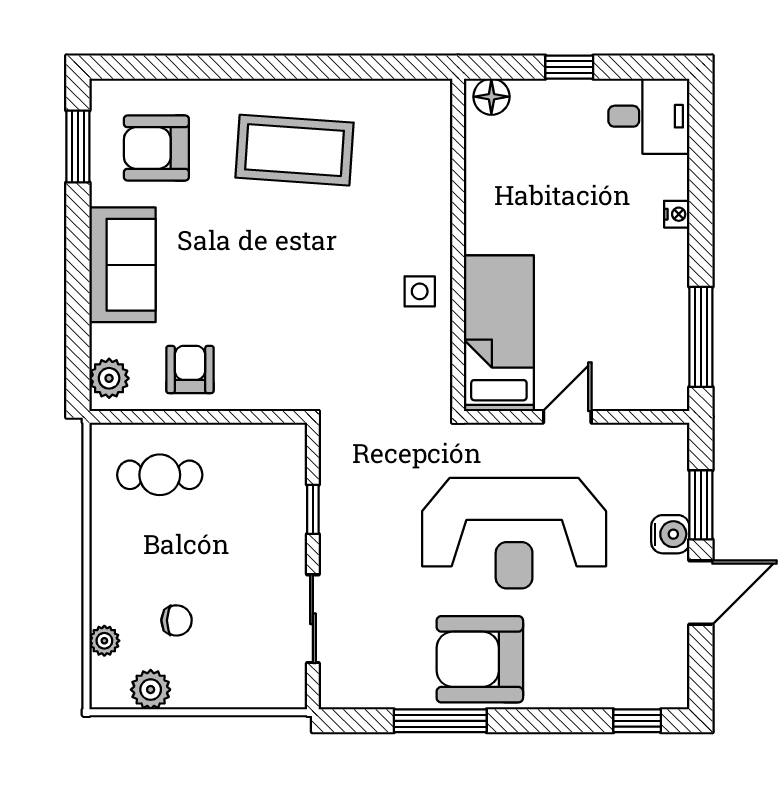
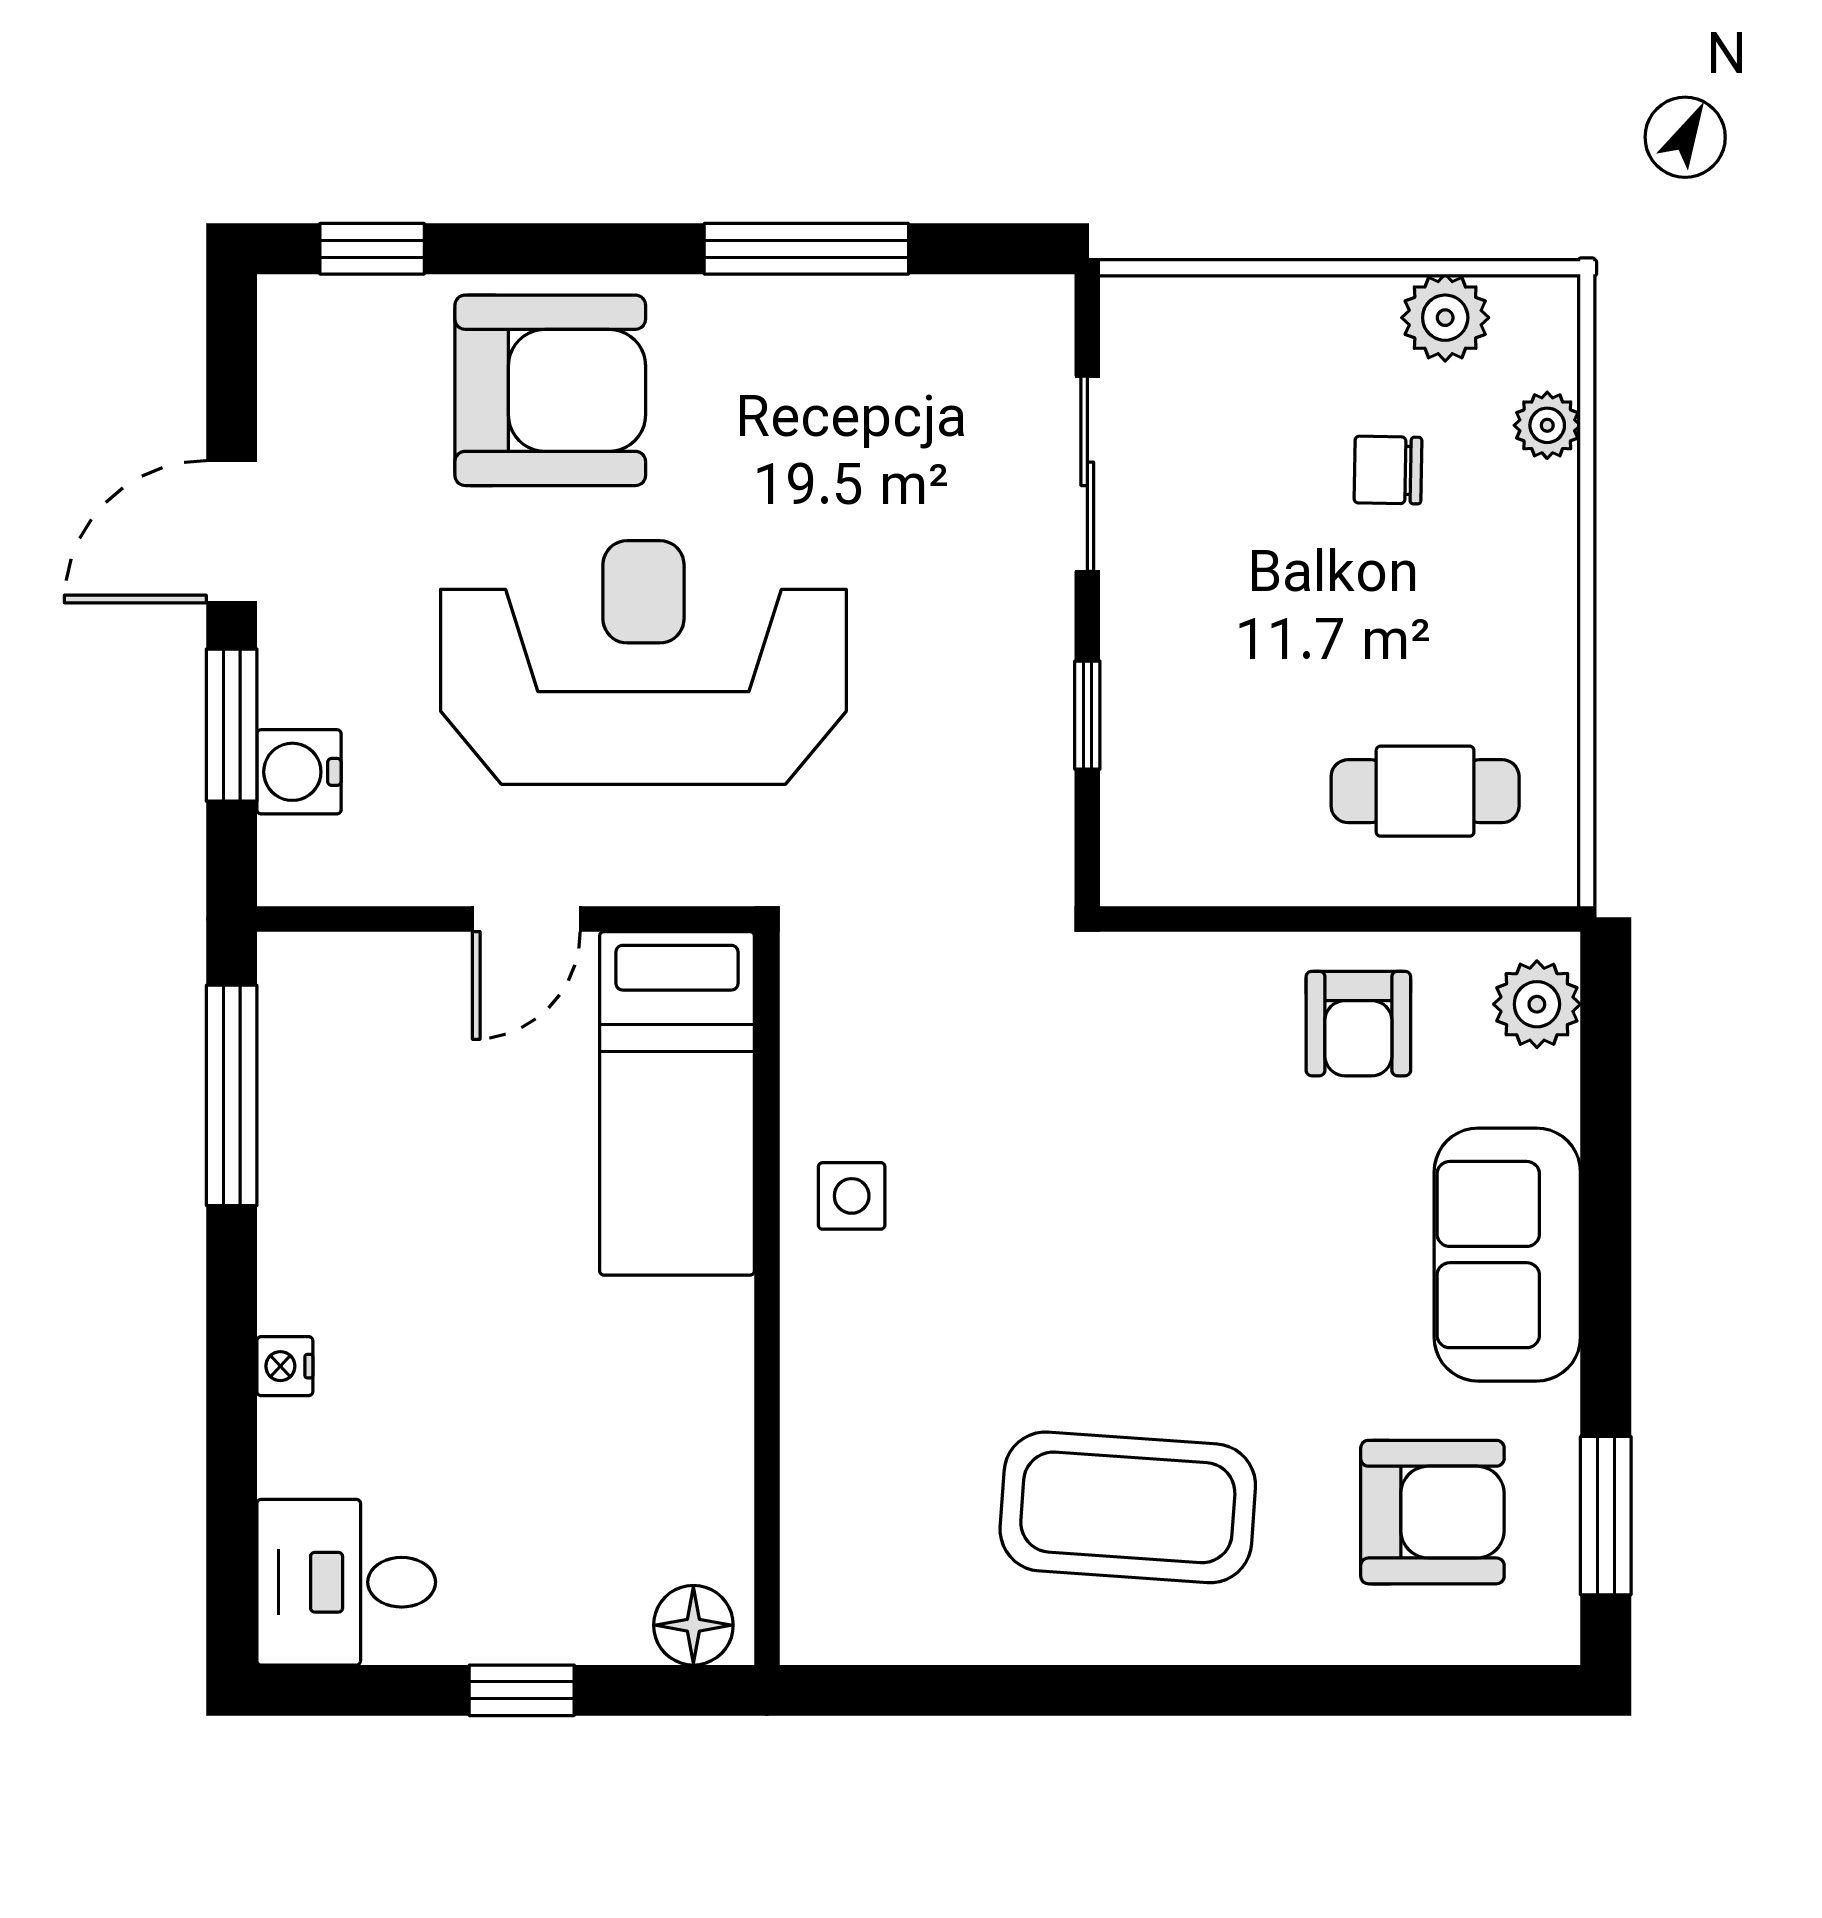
water cooler: (670, 534) -> (299, 772), moved
armchair: (480, 659) -> (550, 390), moved

